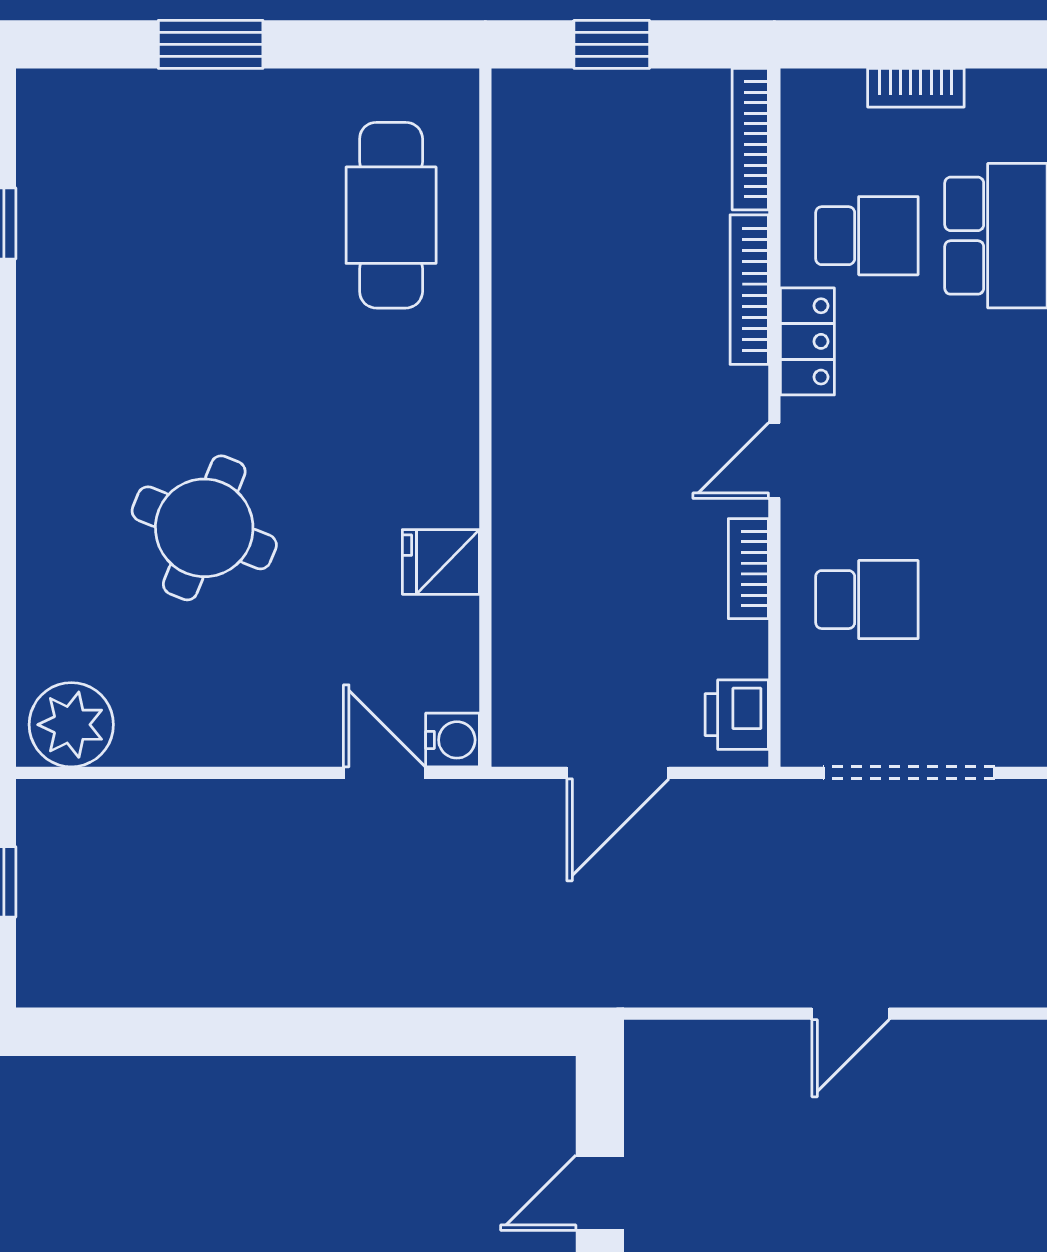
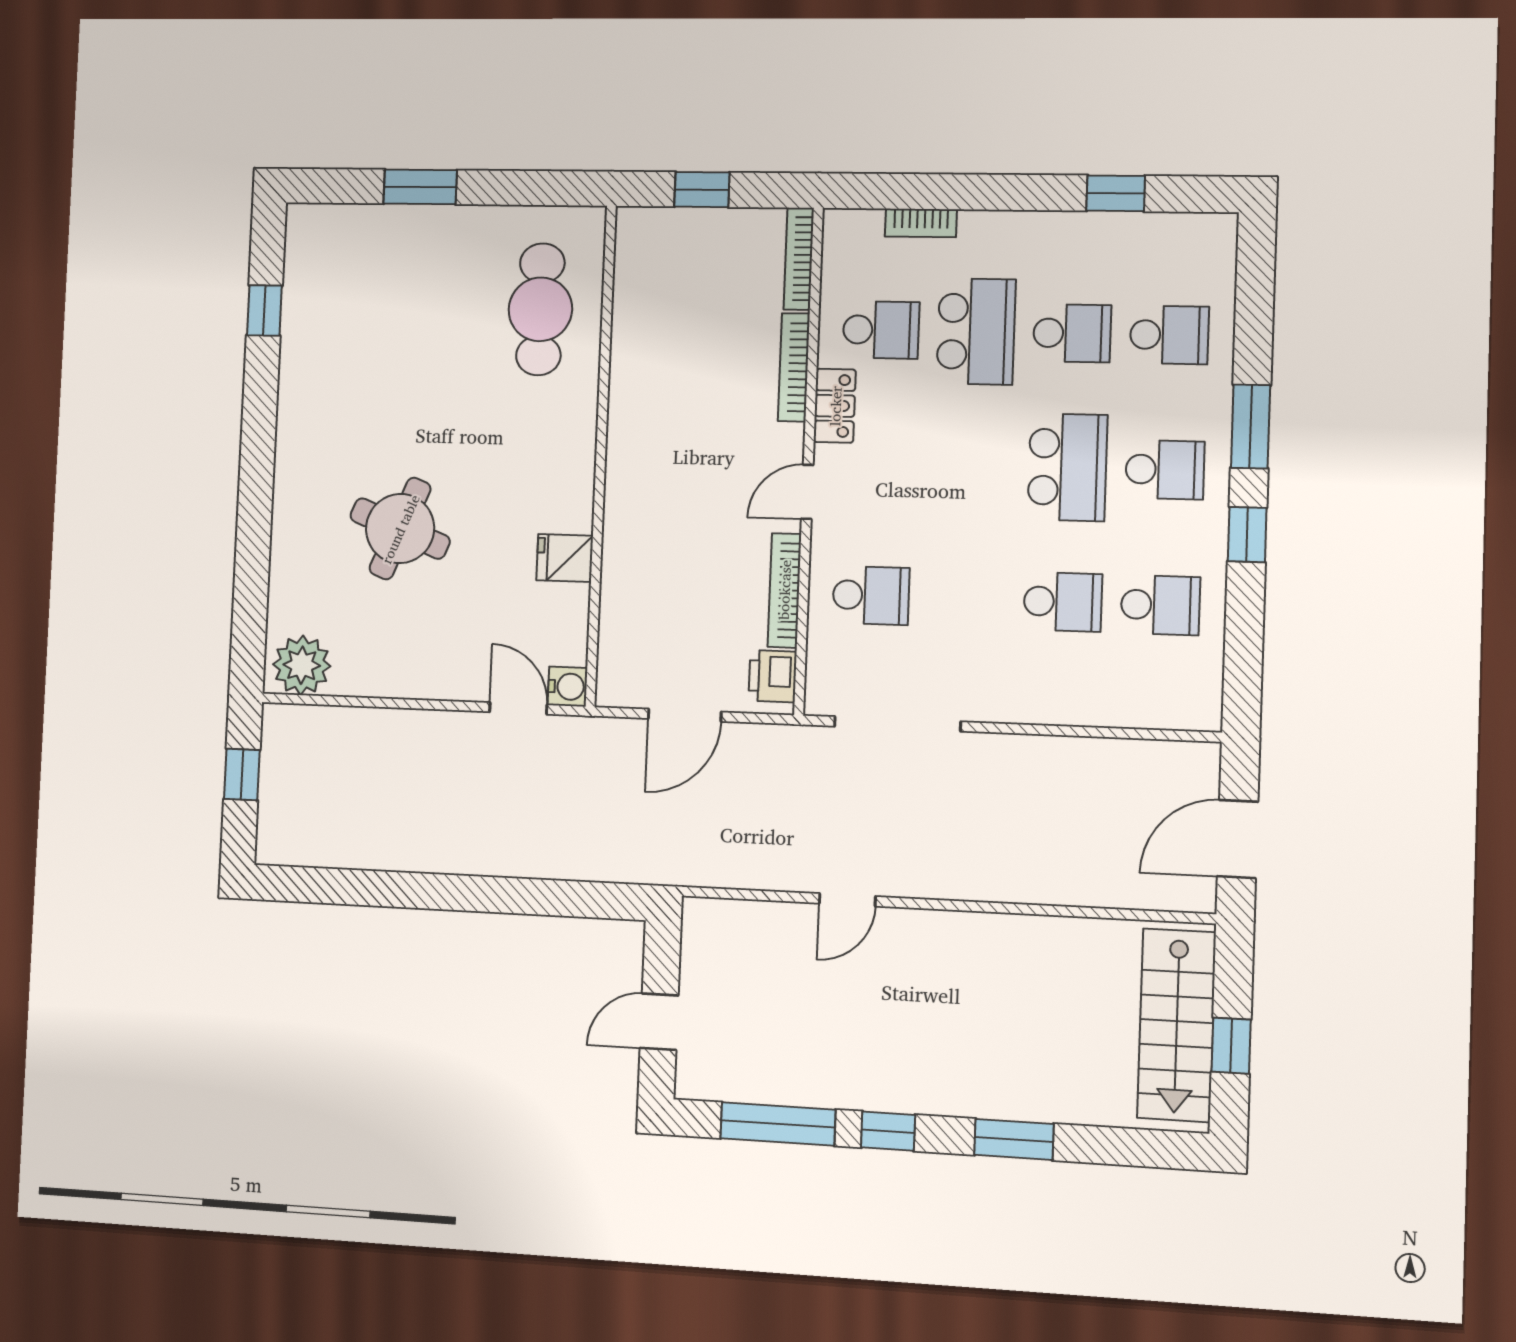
bookcase: (748, 569) -> (784, 590), width x1.56

